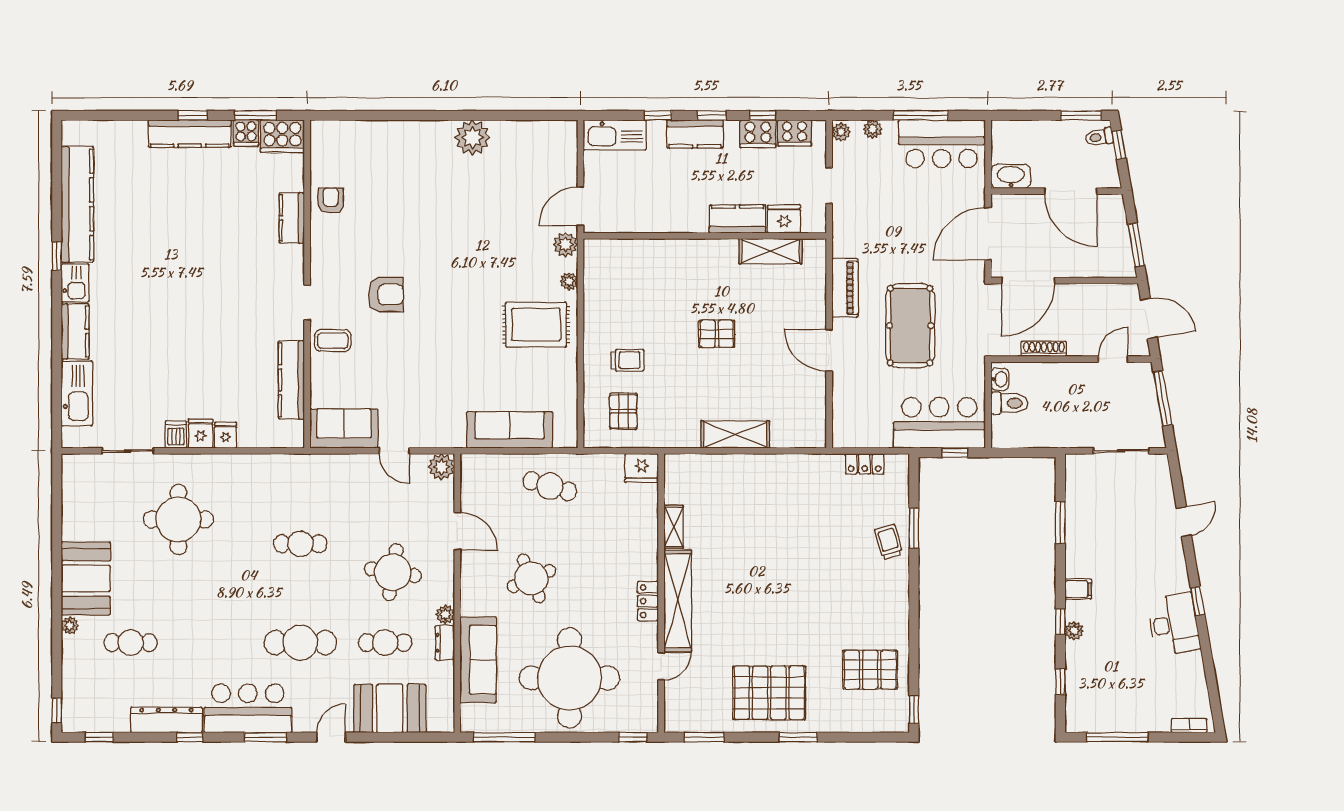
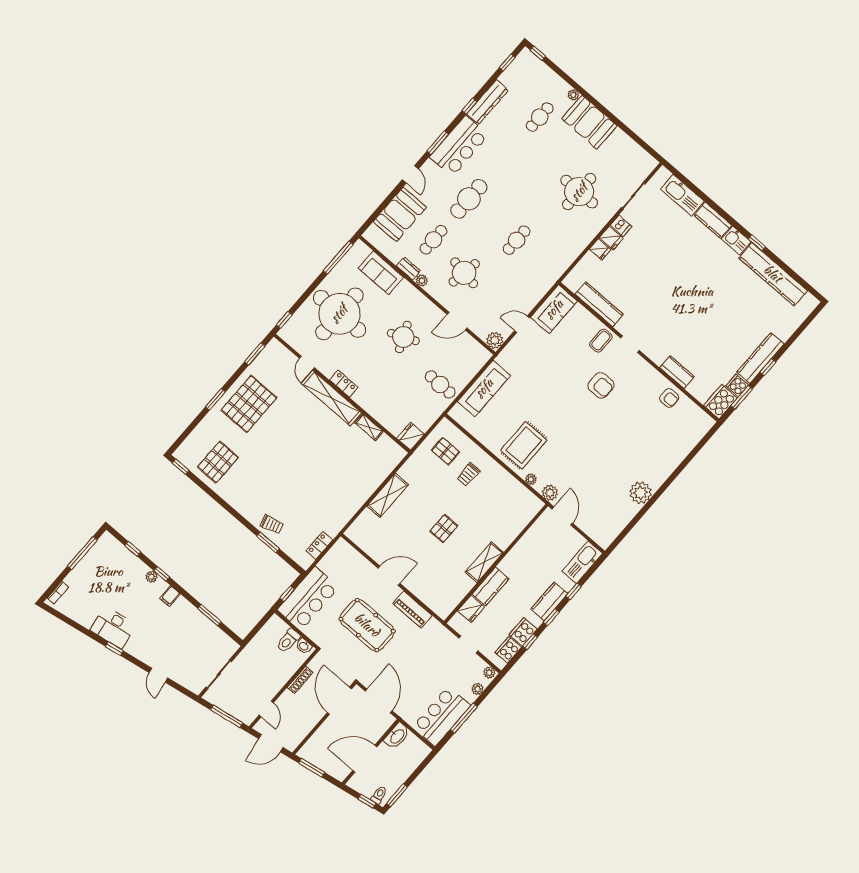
shelving: (770, 251) -> (484, 562), moved
armchair: (386, 294) -> (601, 385), turned -90
cafe table: (550, 486) -> (440, 384), turned 74
sofa: (478, 660) -> (381, 273), width x0.73

